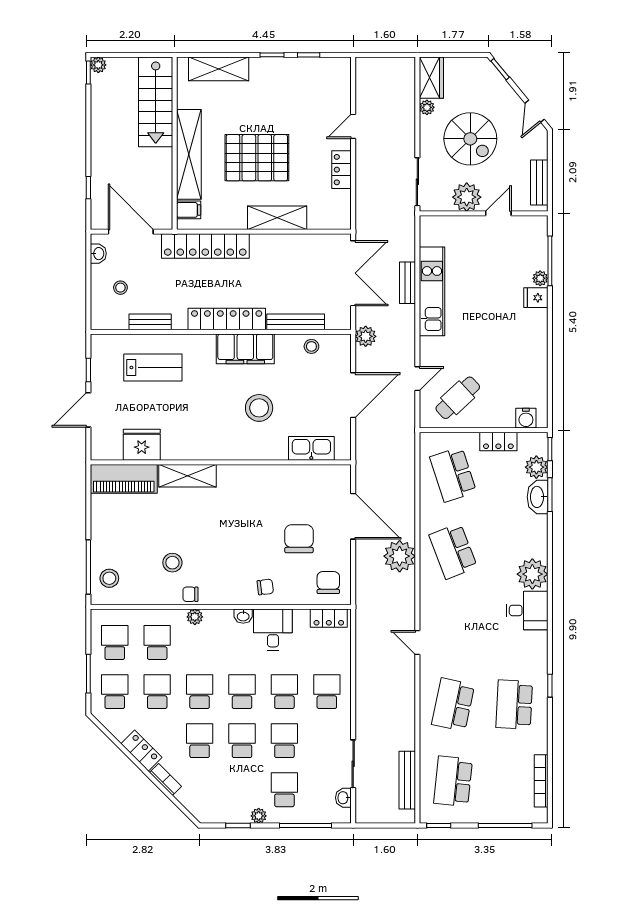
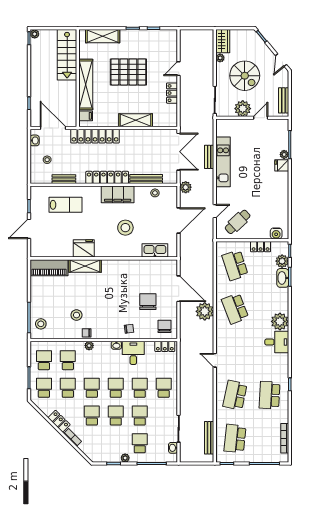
pallet: (257, 158) -> (128, 72), moved
fridge: (142, 445) -> (84, 248), moved

